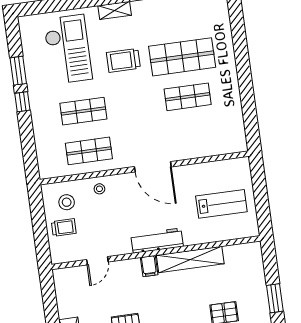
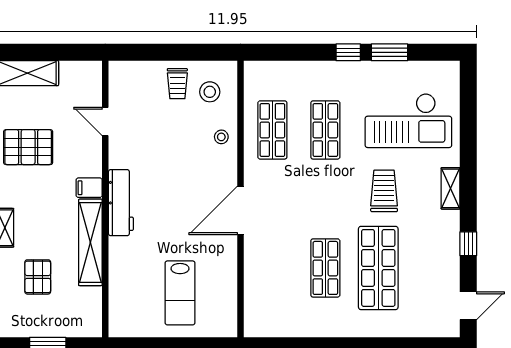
workbench: (157, 241) -> (121, 203), moved
wall: (156, 253) -> (105, 199), moved
shelving: (190, 259) -> (90, 242), moved
door: (97, 261) -> (105, 121), moved
filing cabinet: (149, 266) -> (89, 188), moved

